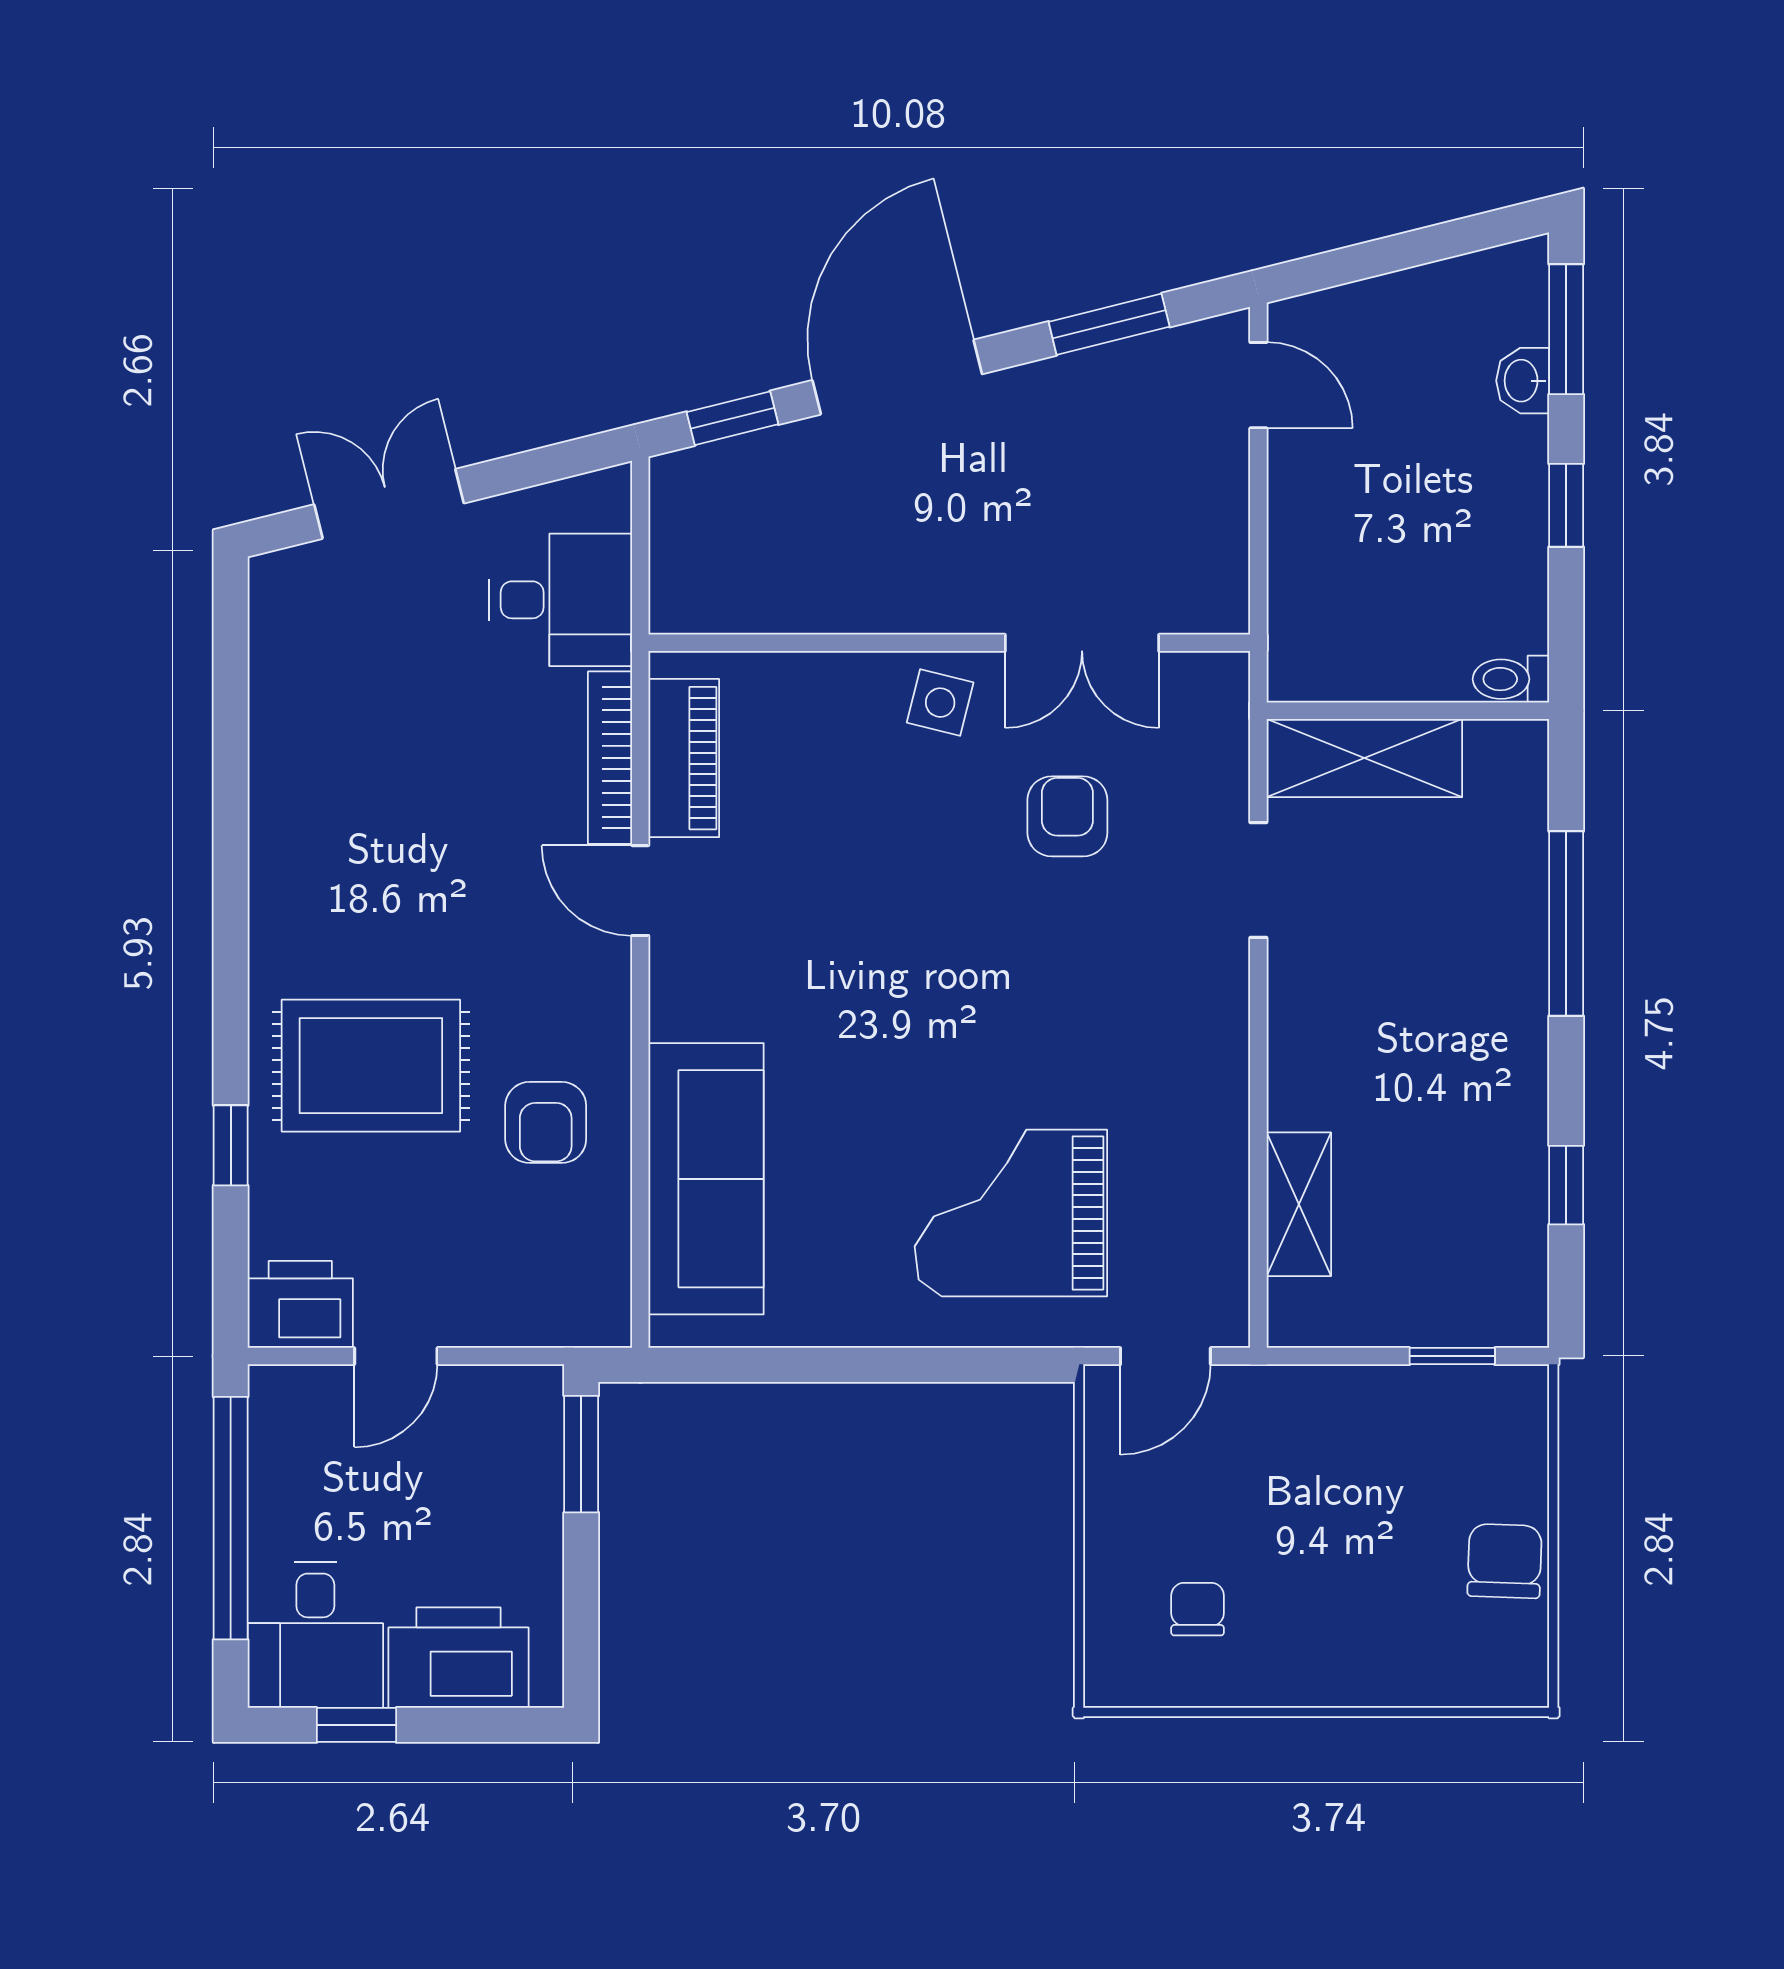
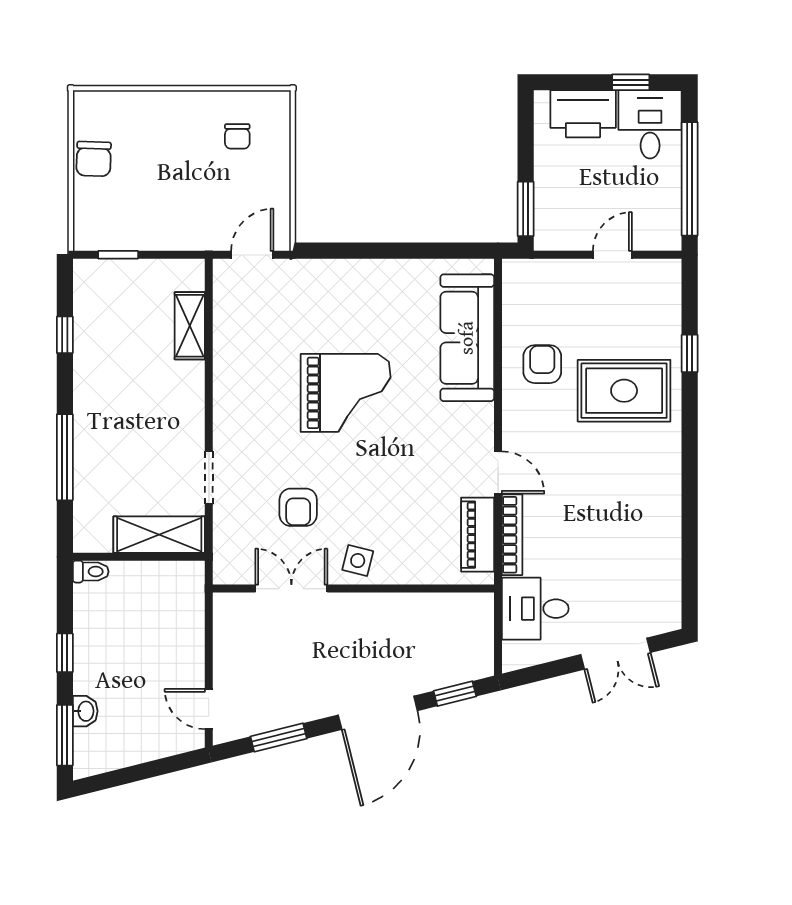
grand piano: (1011, 1213) -> (346, 393), moved
printer: (300, 1304) -> (657, 279), removed

